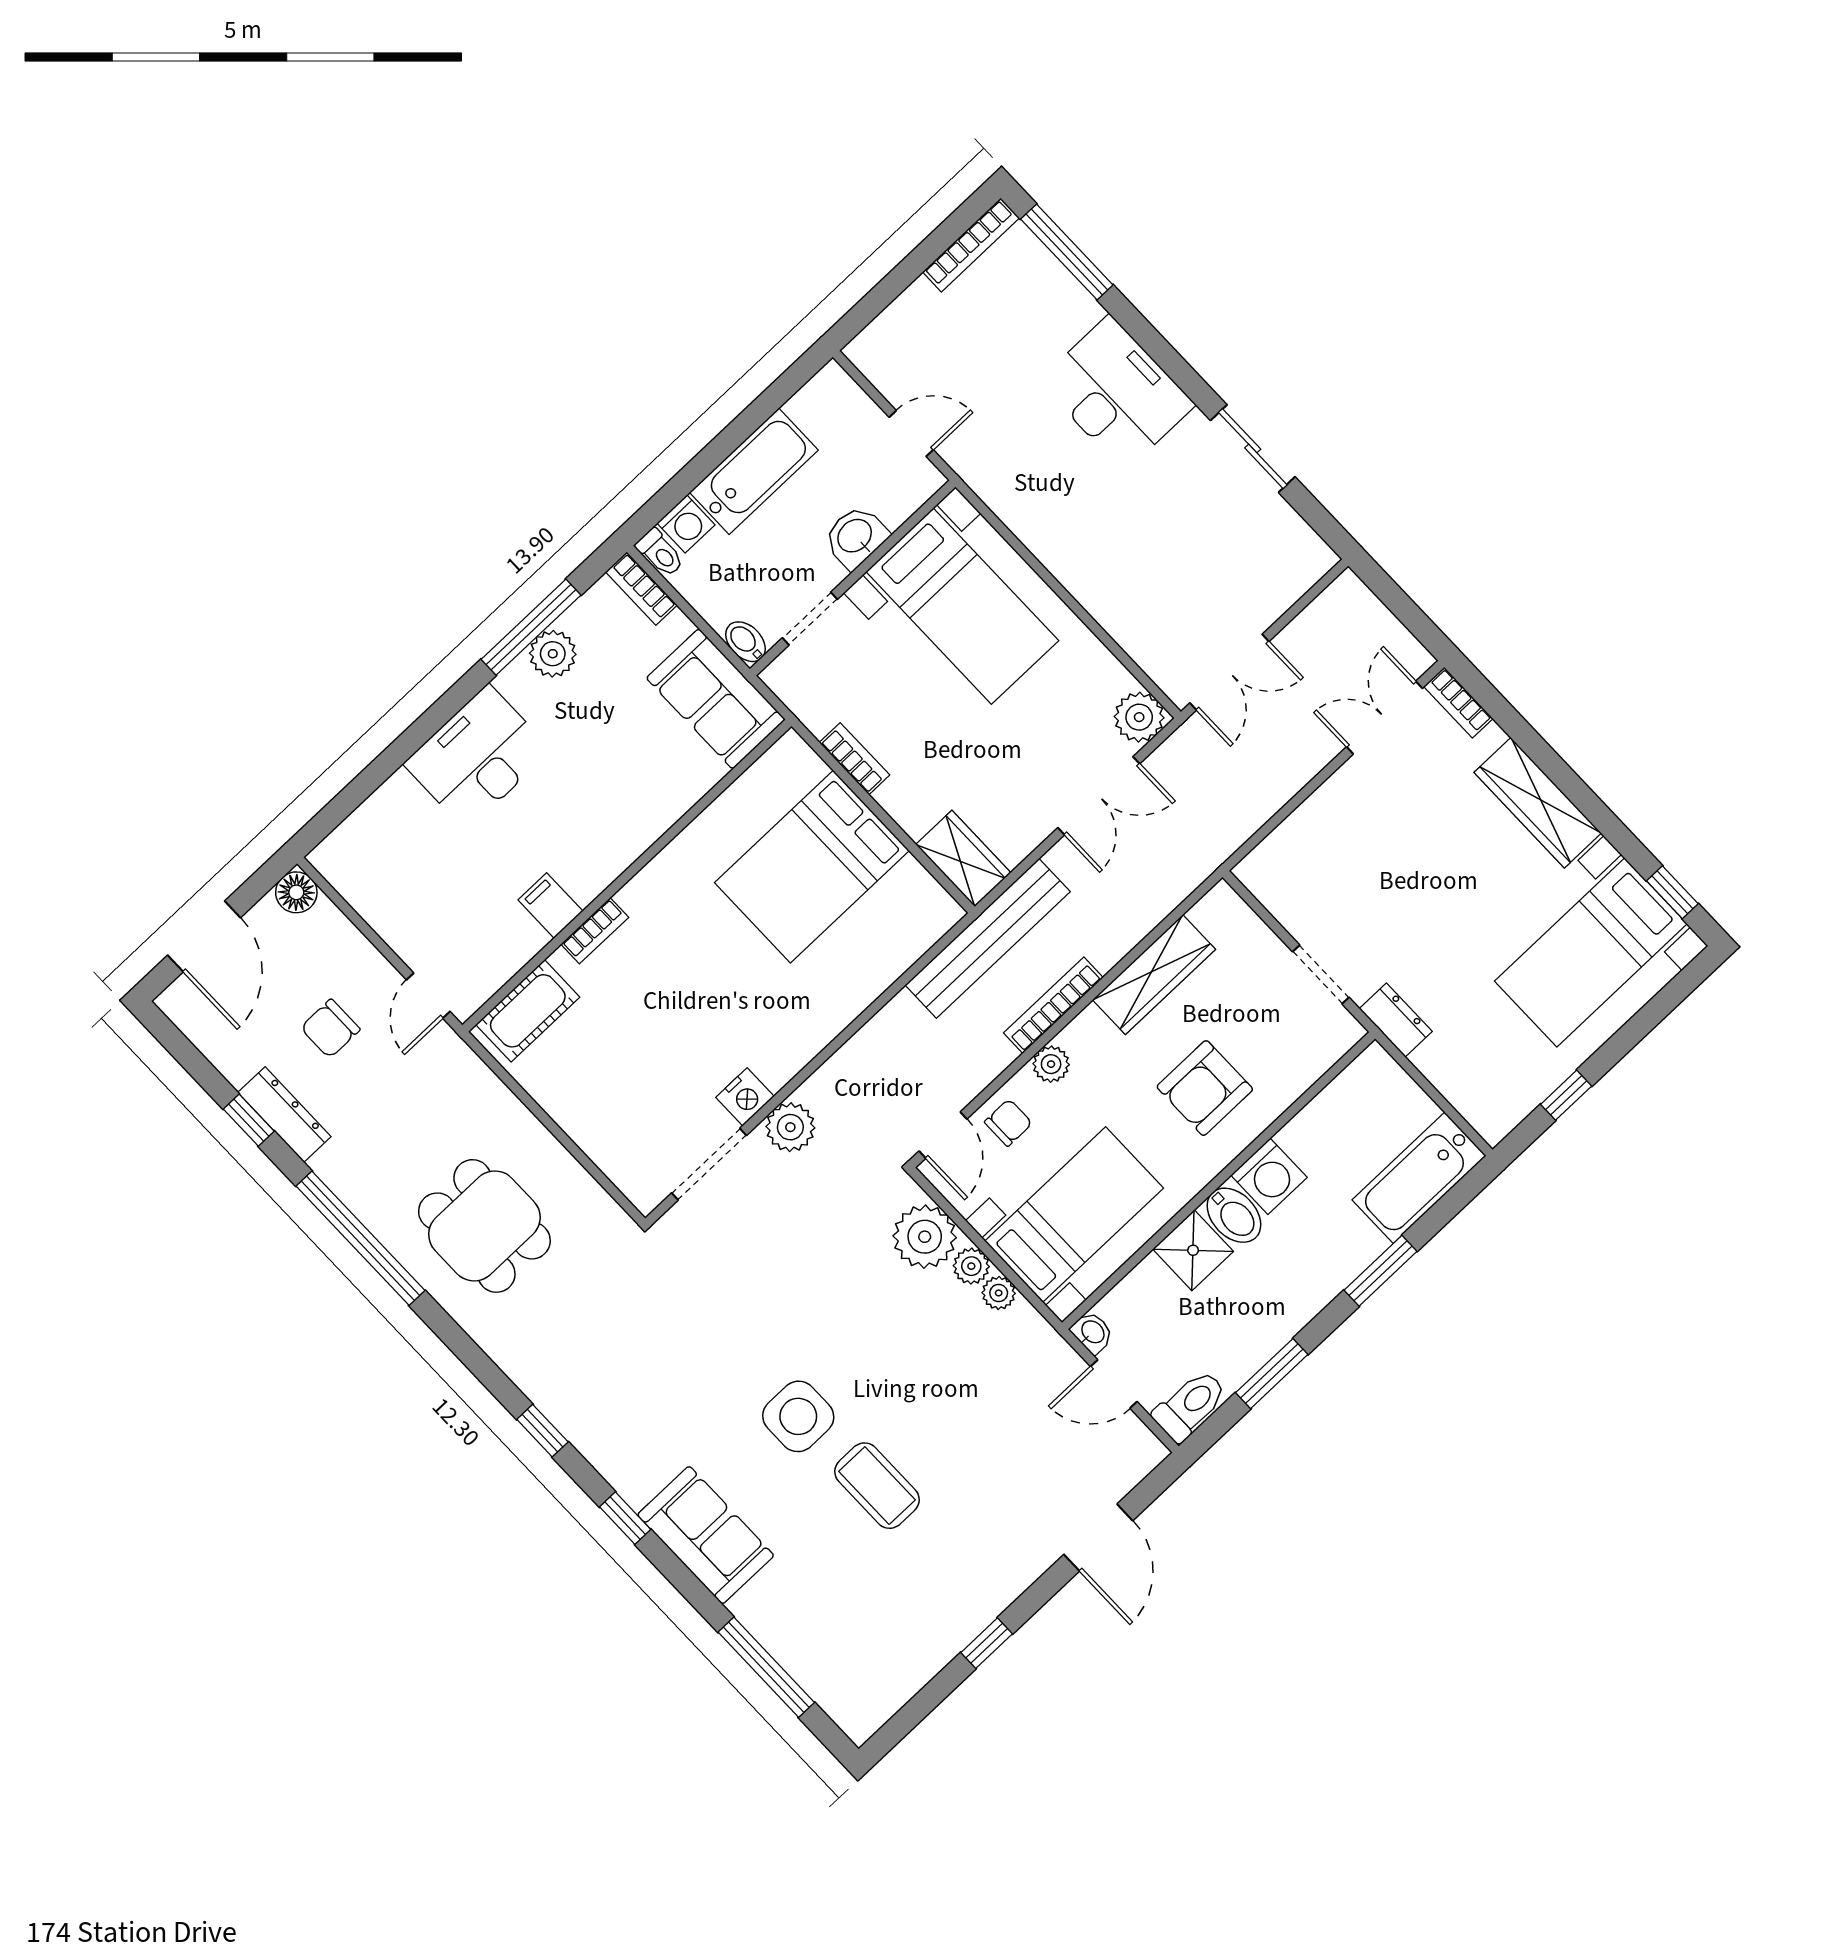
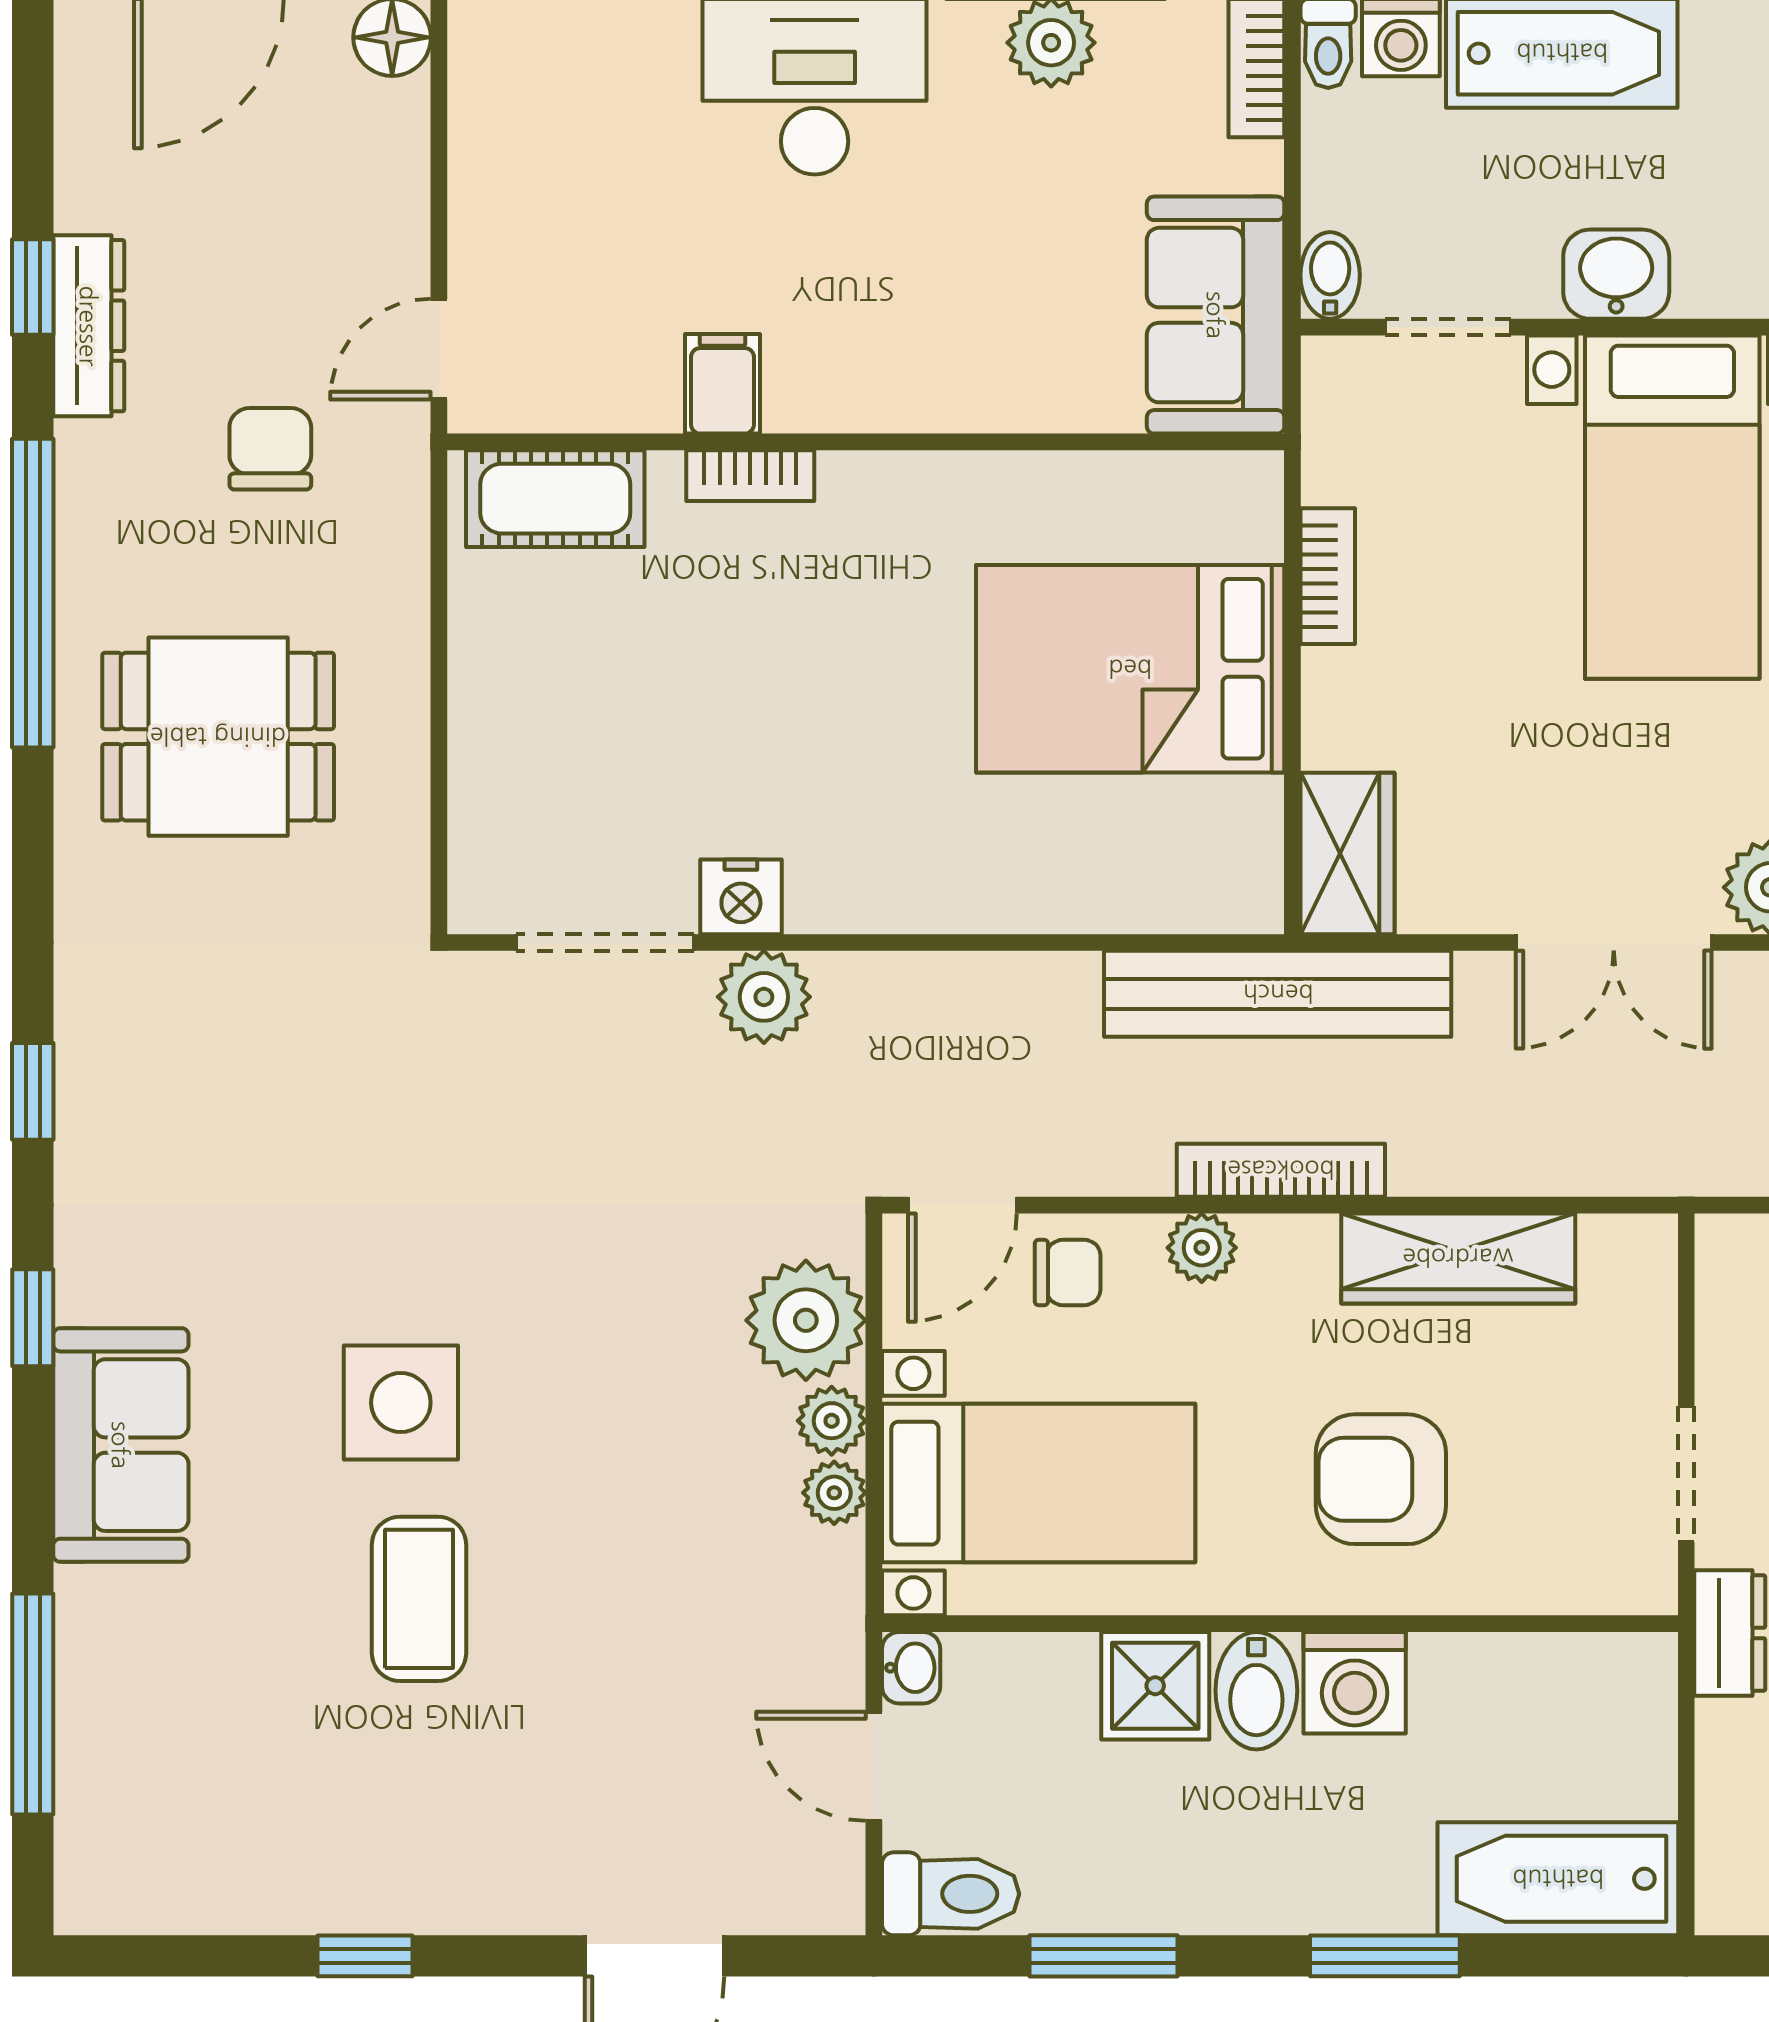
chair: (330, 1029) -> (270, 449), moved, turned 90
dining table: (484, 1226) -> (218, 737), turned 90

